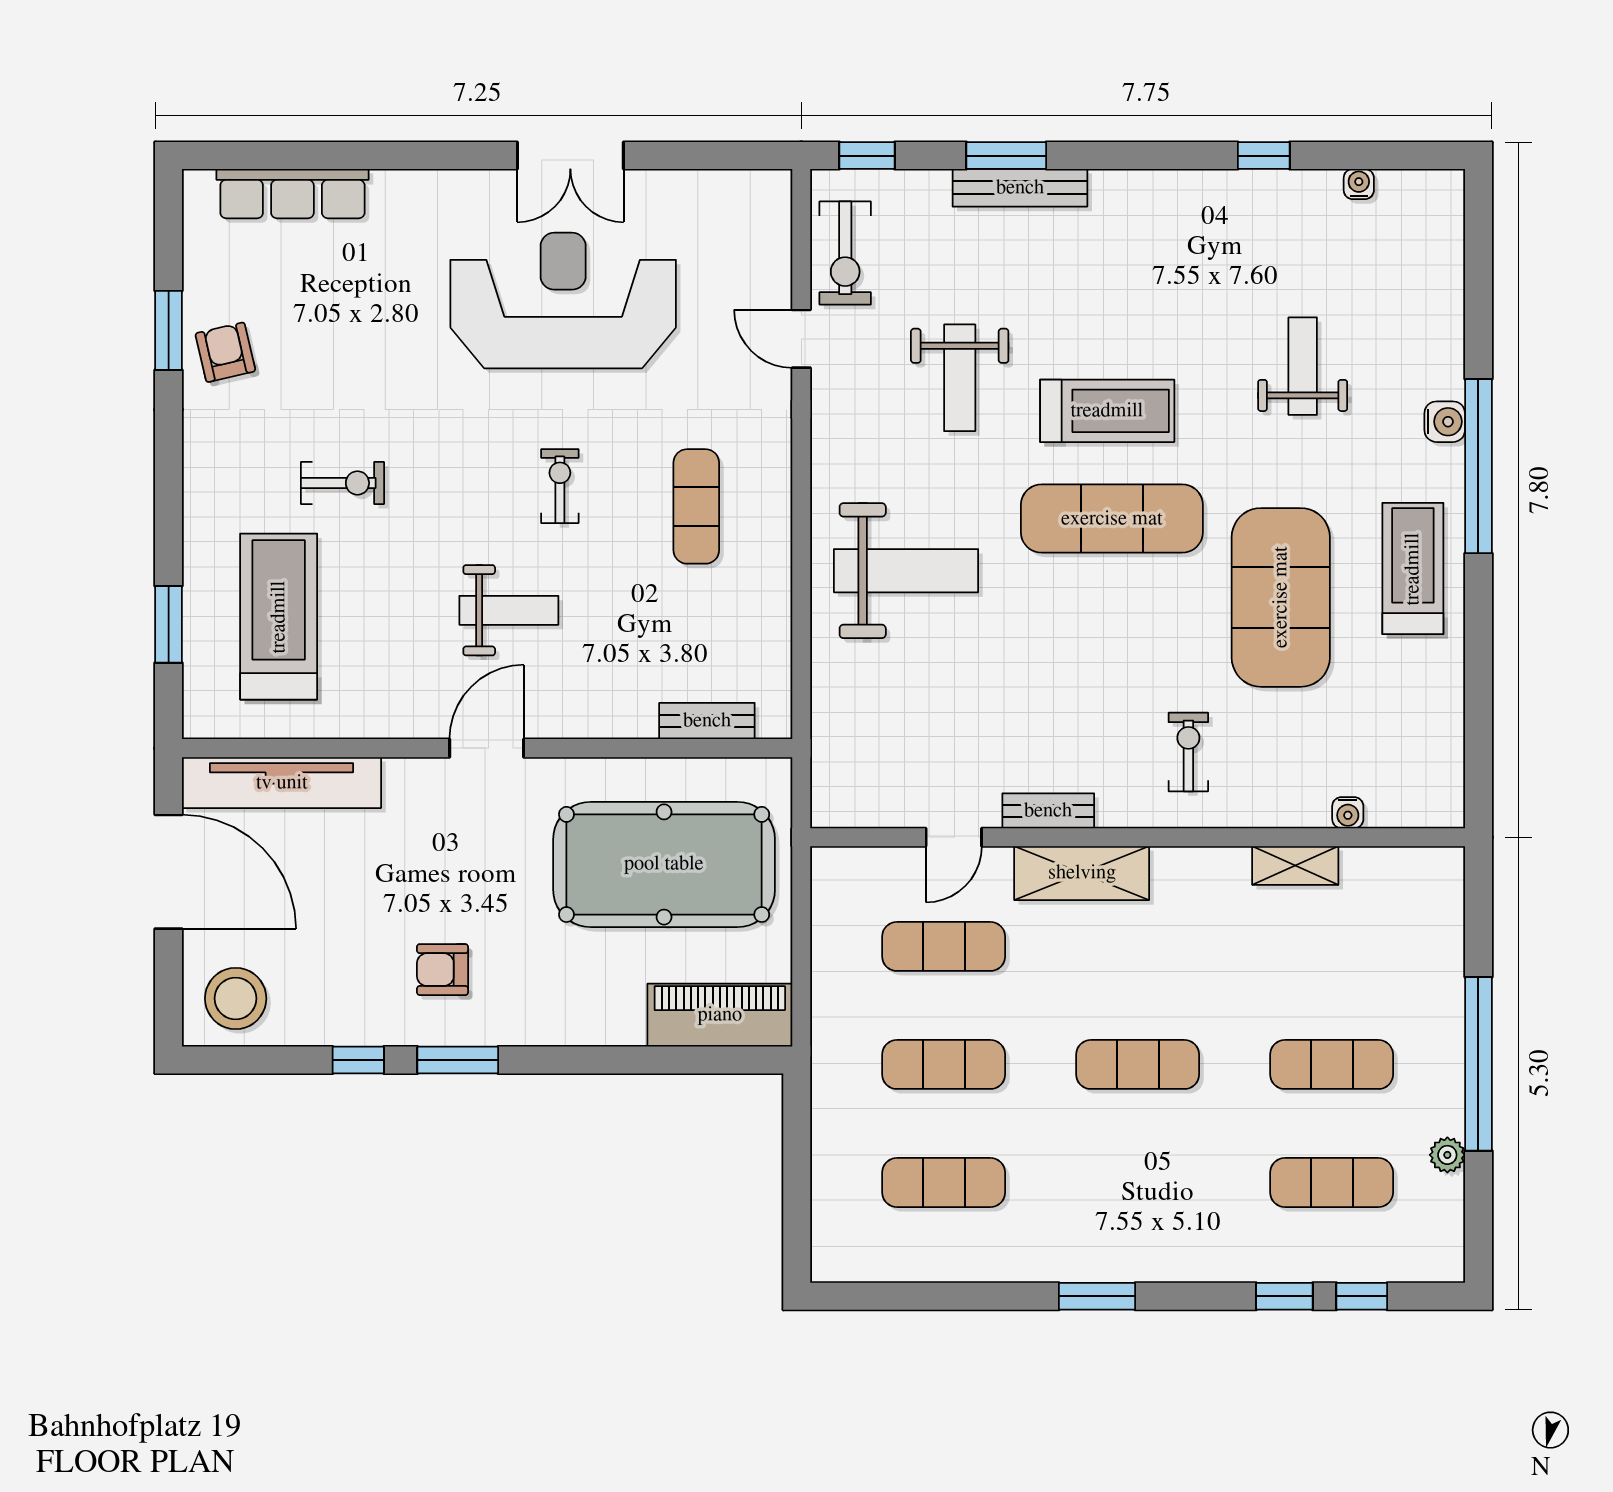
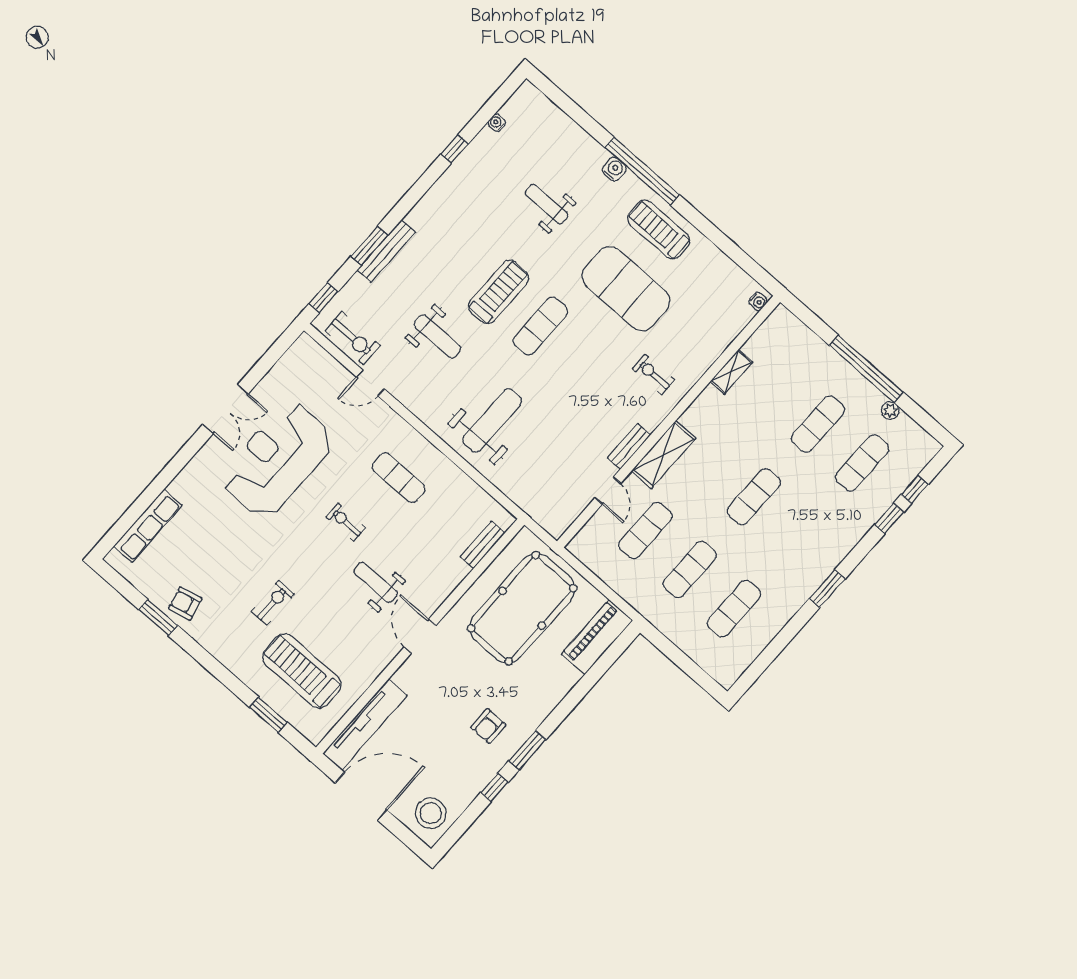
exercise mat: (1112, 519) -> (541, 326), width x0.73, depth x0.69
weight bench: (509, 610) -> (376, 582), turned -90
water cooler: (1348, 813) -> (758, 301), moved

